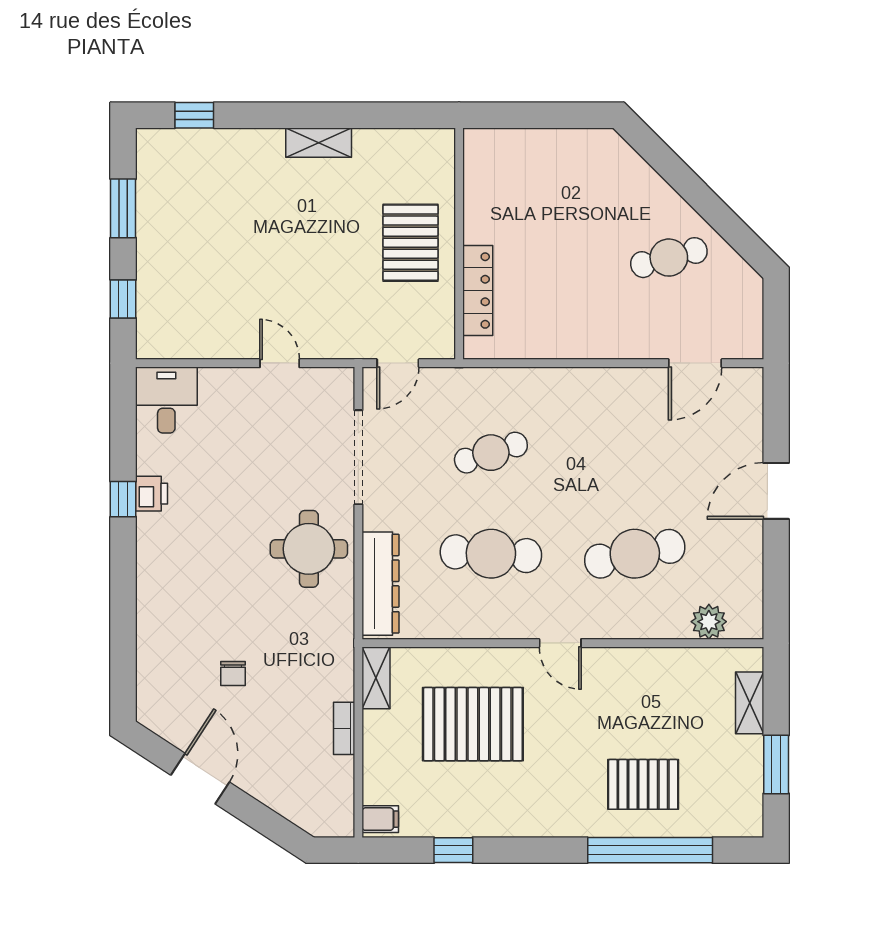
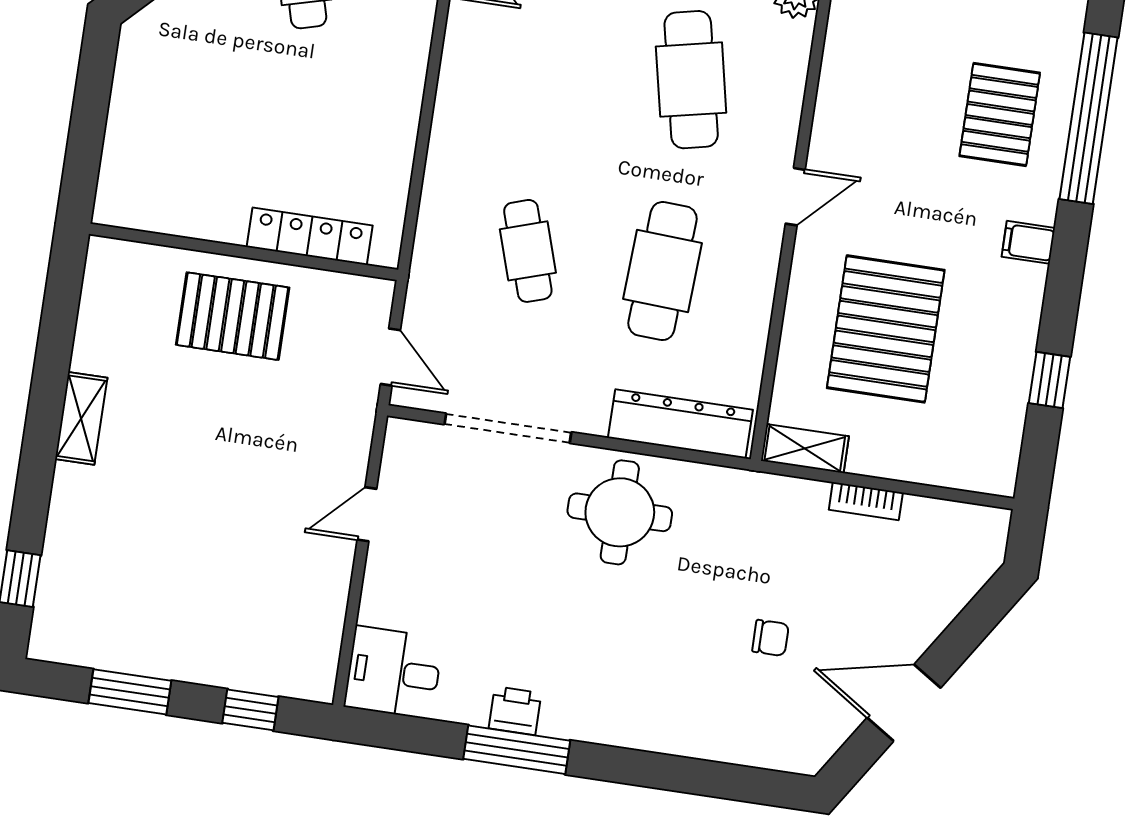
window: (123, 499) -> (517, 750), width x2.17
filing cabinet: (380, 819) -> (1028, 242), moved, turned -90

